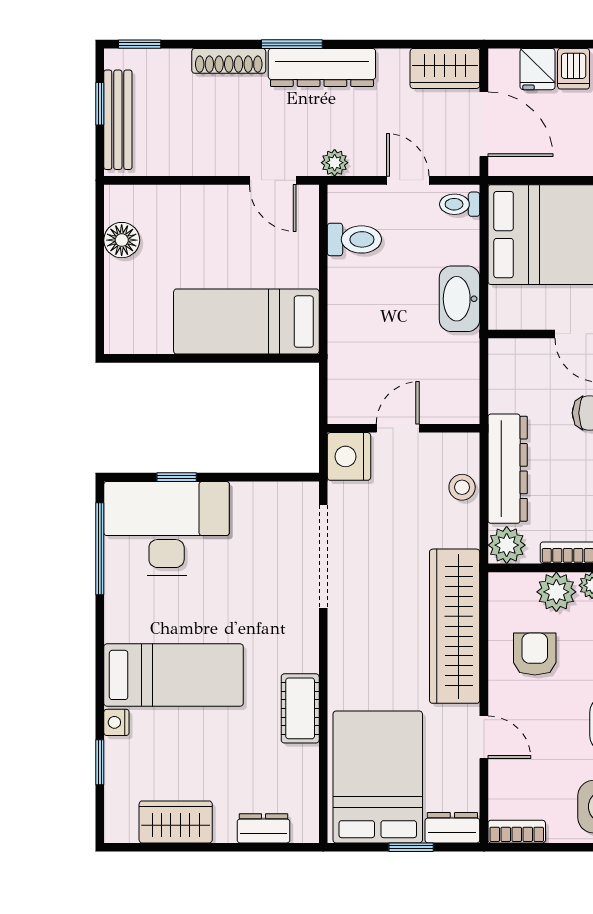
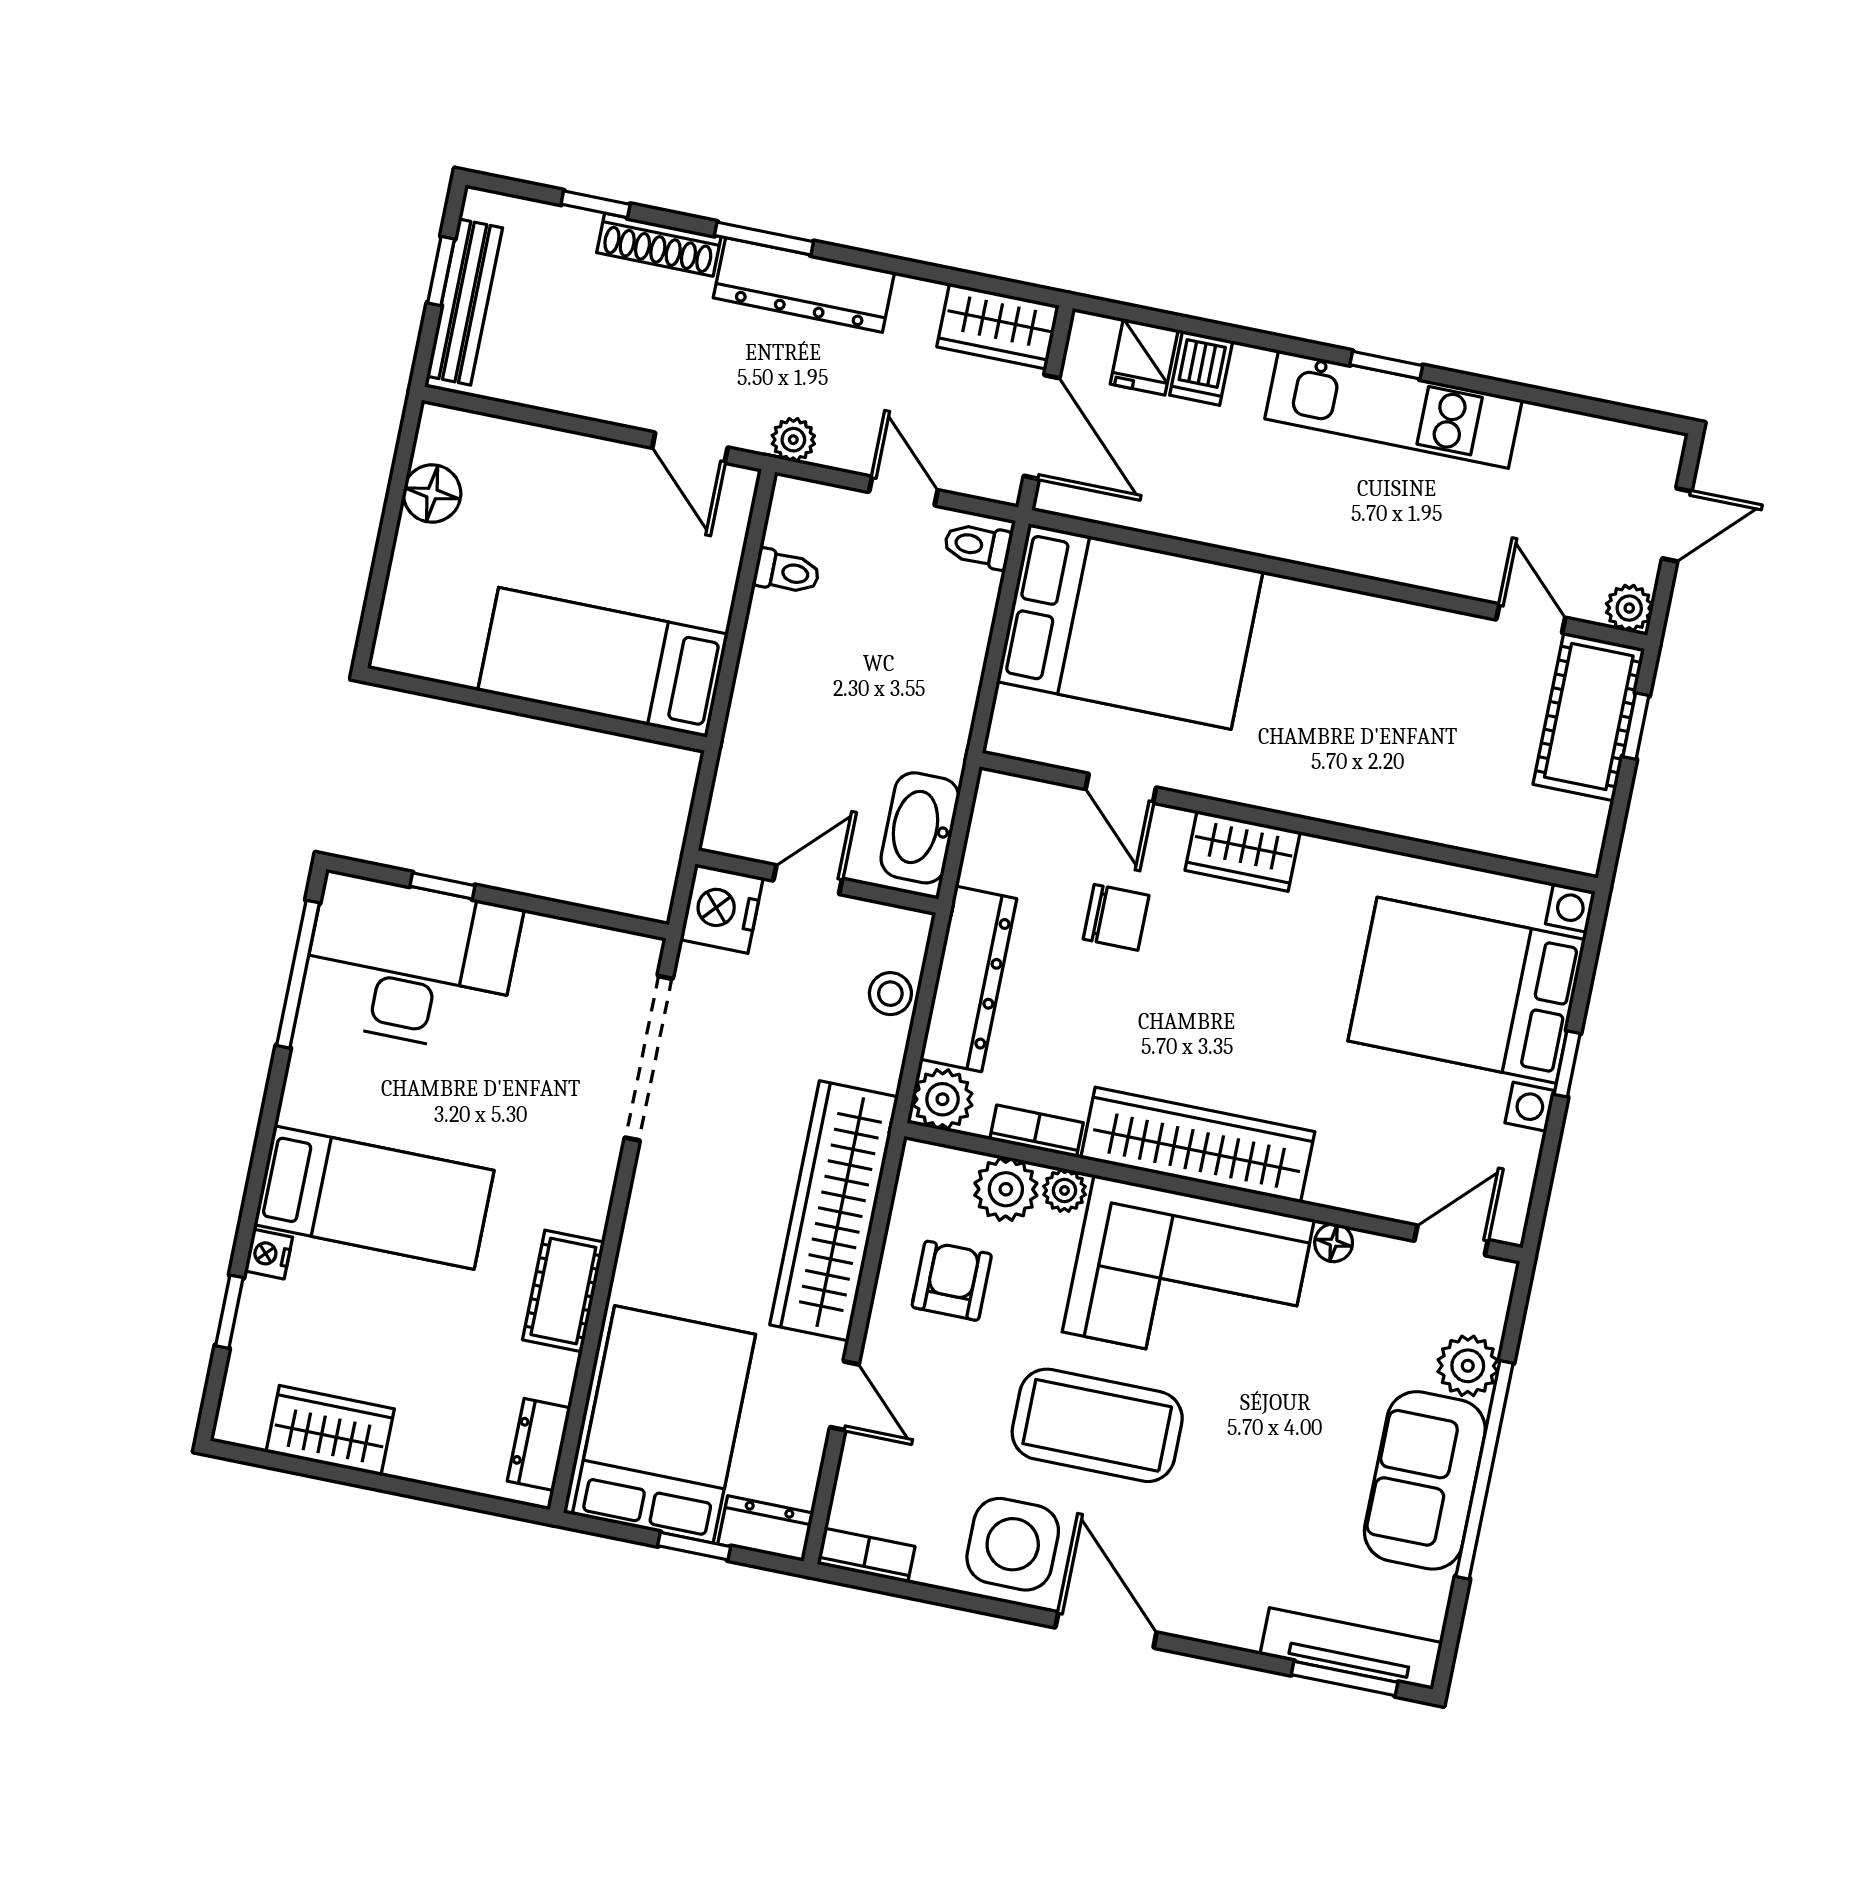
window: (140, 44) -> (596, 204), moved
toilet: (354, 239) -> (787, 572), width x0.73, depth x0.72
washbasin: (459, 299) -> (920, 828), moved
dresser: (263, 828) -> (539, 1445), moved, turned -90

